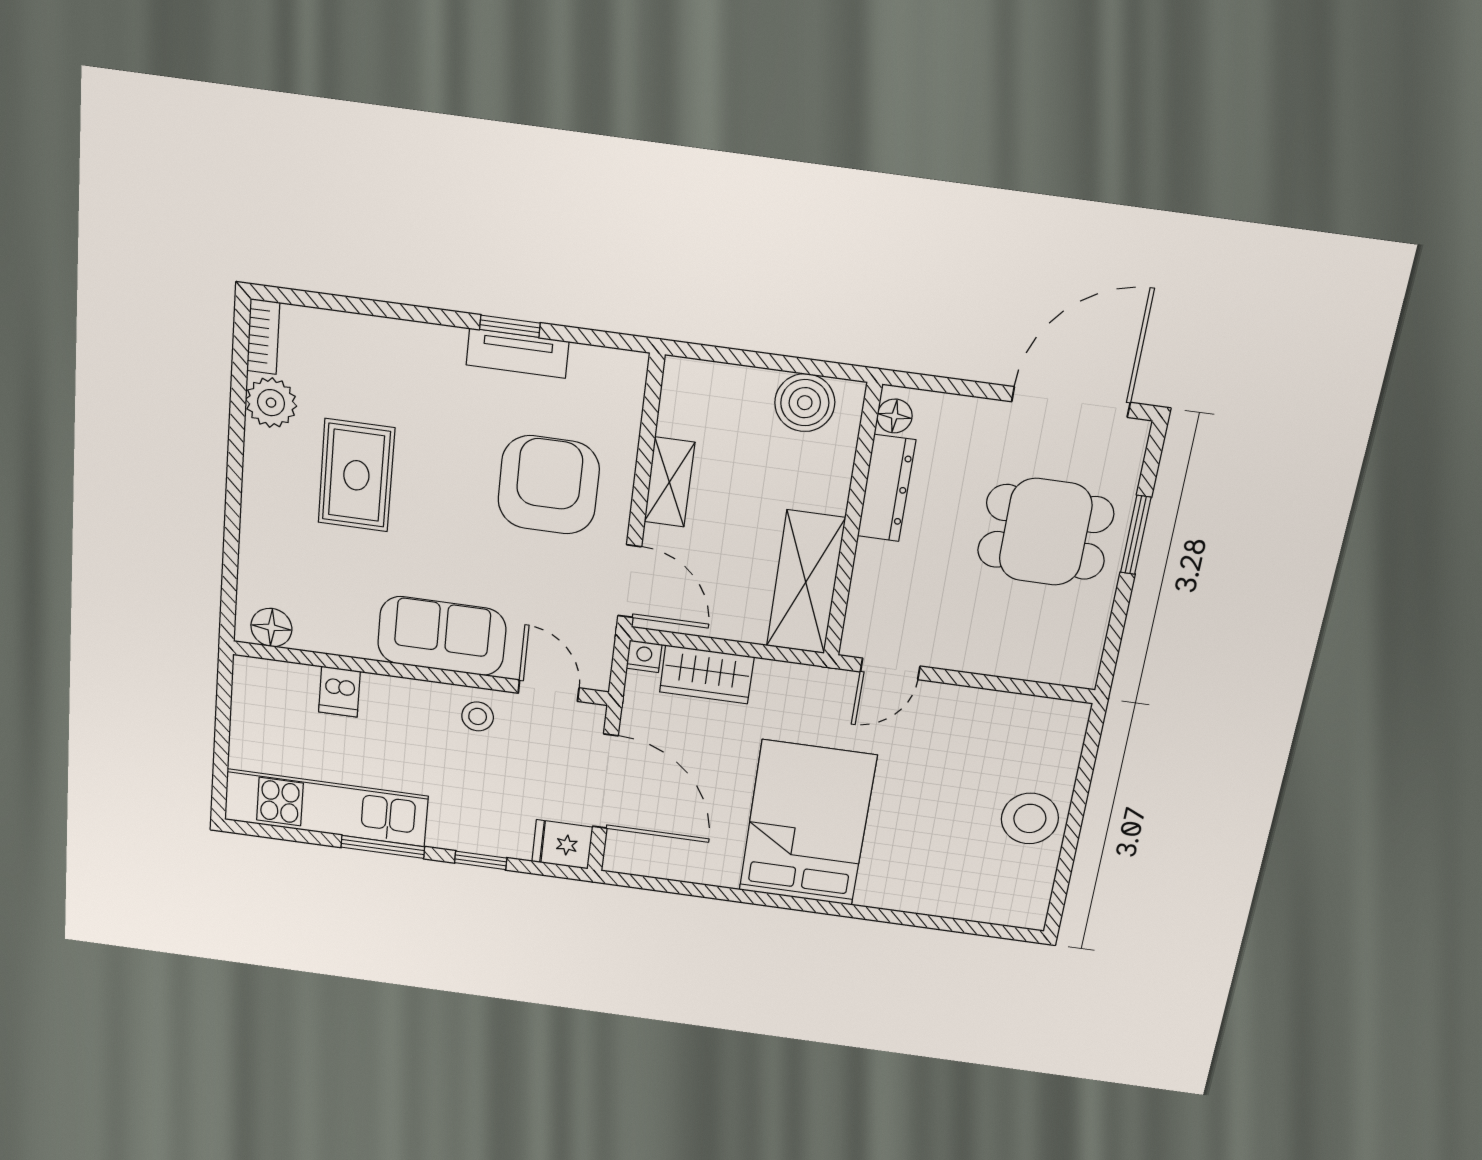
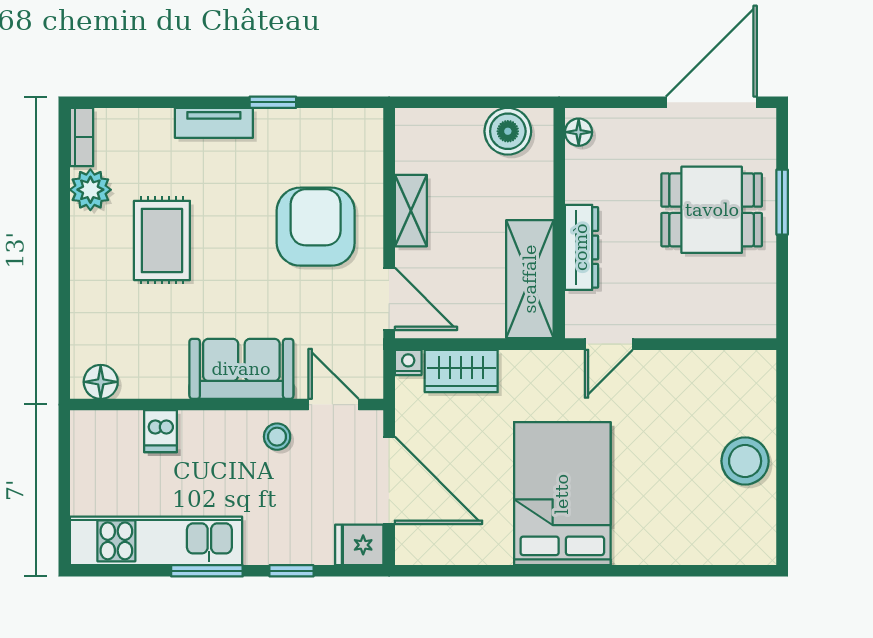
tv unit: (518, 353) -> (214, 123), moved
dresser: (886, 488) -> (581, 247), moved

